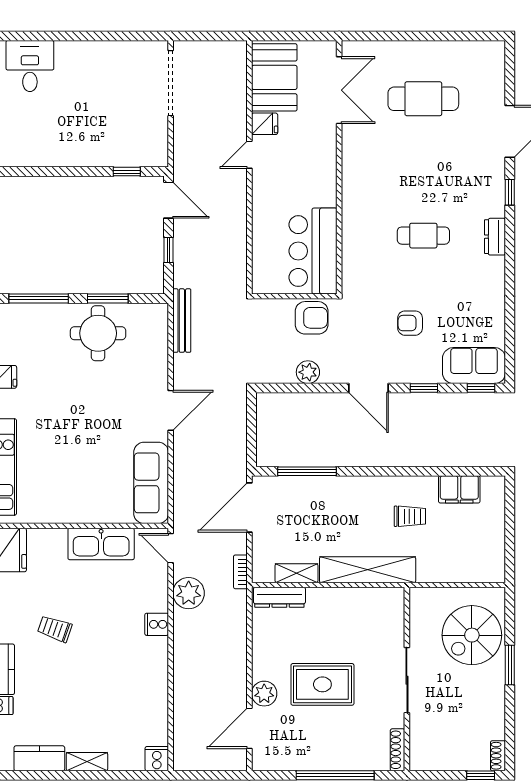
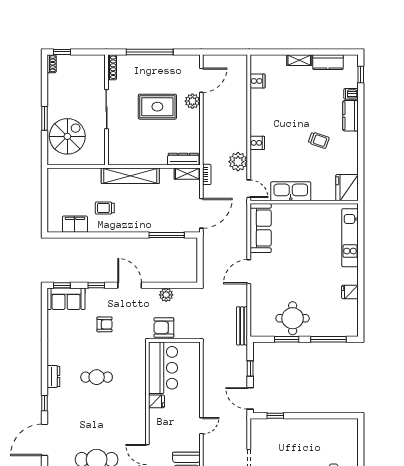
fridge: (265, 124) -> (156, 401), moved, turned 180
shelving: (296, 573) -> (187, 174), moved
cooker: (157, 759) -> (258, 81), moved, turned -90

